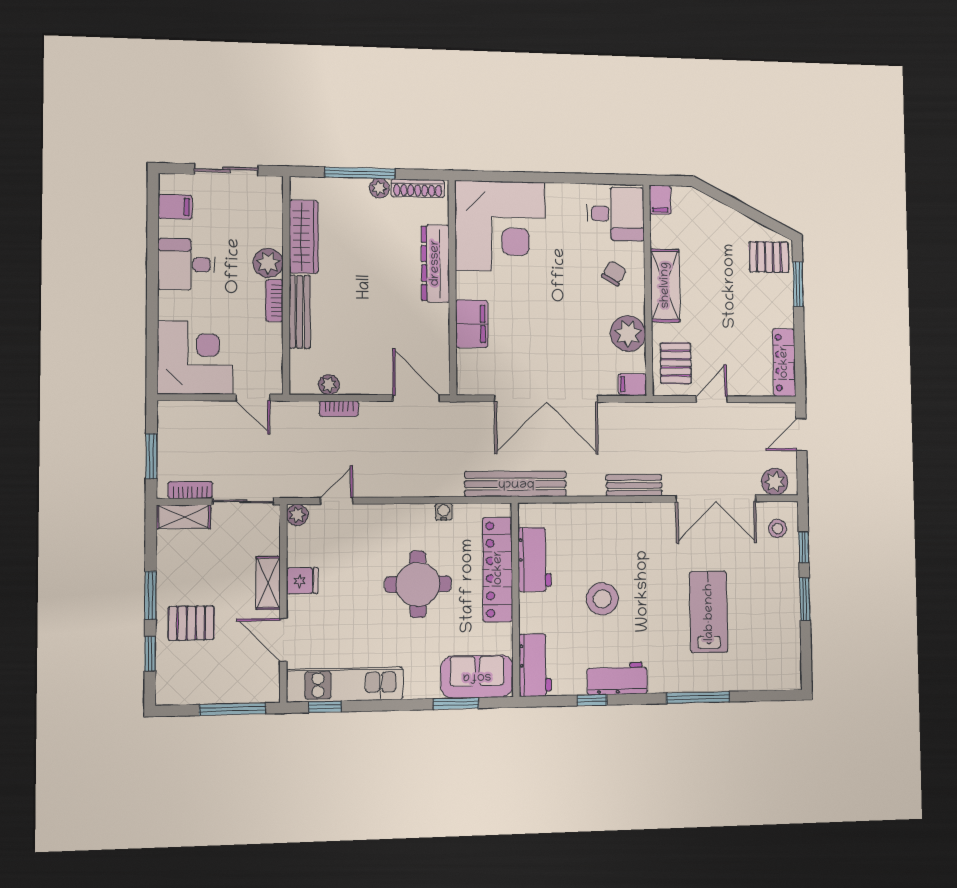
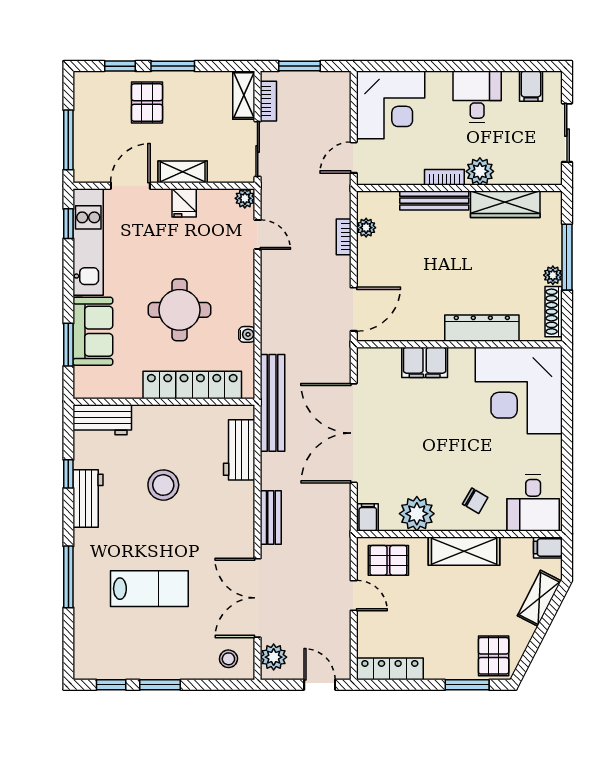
shelving: (711, 210) -> (539, 598), added
window: (804, 547) -> (111, 685), moved
workbench: (534, 560) -> (239, 450), moved, turned 90
sofa: (477, 677) -> (93, 331), moved

